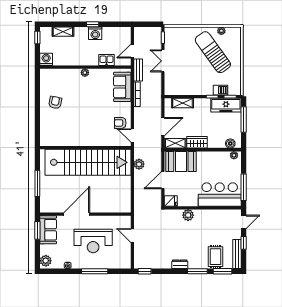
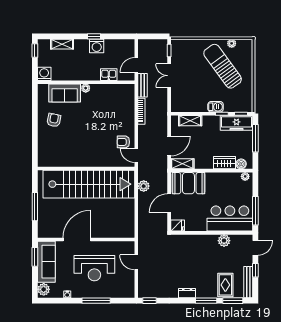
sofa: (122, 87) -> (65, 93), moved, turned -90
barbecue: (221, 90) -> (216, 107), moved
wardrobe: (197, 142) -> (224, 163), moved
plant: (188, 215) -> (224, 241), moved
sofa: (48, 230) -> (46, 262), width x1.36

